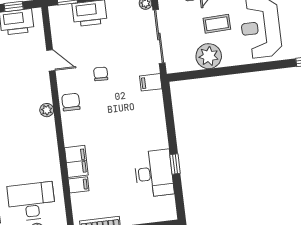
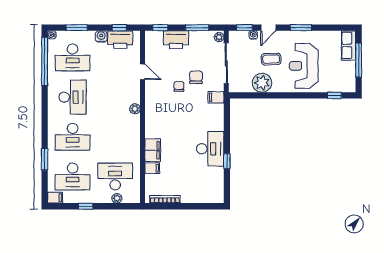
chair: (71, 102) -> (196, 77), moved
desk: (154, 173) -> (210, 149), moved

